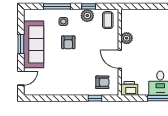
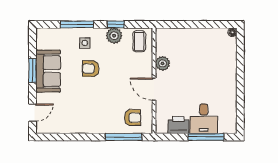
armchair: (68, 42) -> (91, 69), turned 90
sofa: (34, 44) -> (48, 71), width x0.73
printer: (129, 88) -> (178, 125), moved
window: (95, 98) -> (124, 137), width x2.17

